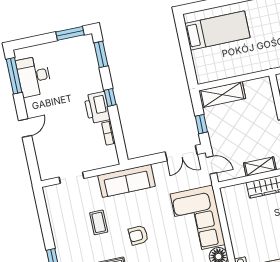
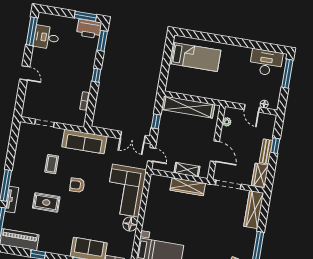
desk: (34, 76) -> (46, 37), width x0.73
shelving: (222, 95) -> (188, 107), width x1.47
printer: (97, 108) -> (89, 29), moved, turned -90
door: (25, 128) -> (25, 73), hinge flipped

